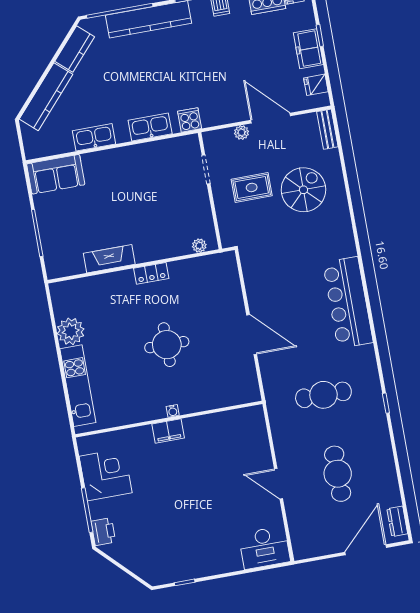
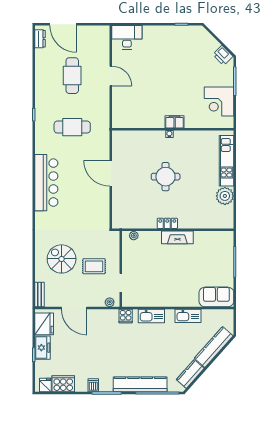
fridge: (316, 85) -> (44, 324), width x1.88, depth x1.34
plant: (241, 132) -> (110, 302), moved
spiral stairs: (303, 190) -> (62, 259), turned 90
fireplace: (109, 259) -> (177, 237), moved
printer: (103, 532) -> (223, 55), moved, turned -45
door: (366, 550) -> (63, 24), hinge flipped

